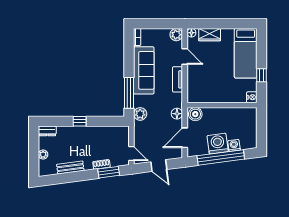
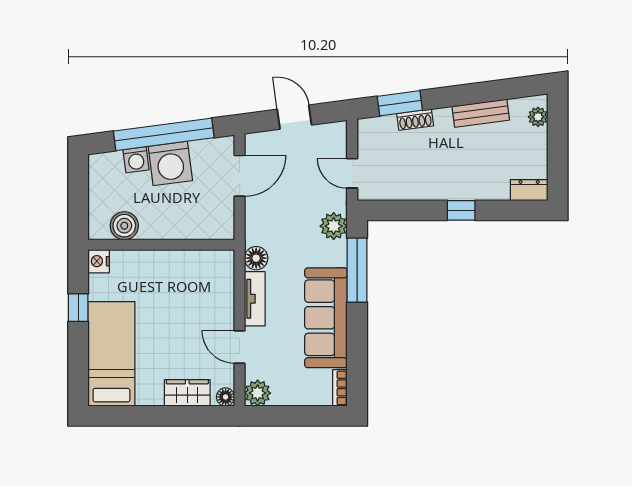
floor lamp: (177, 114) -> (256, 258), moved
boiler: (195, 114) -> (124, 226), moved
door: (131, 154) -> (352, 173), moved
plant: (43, 155) -> (538, 117), moved

